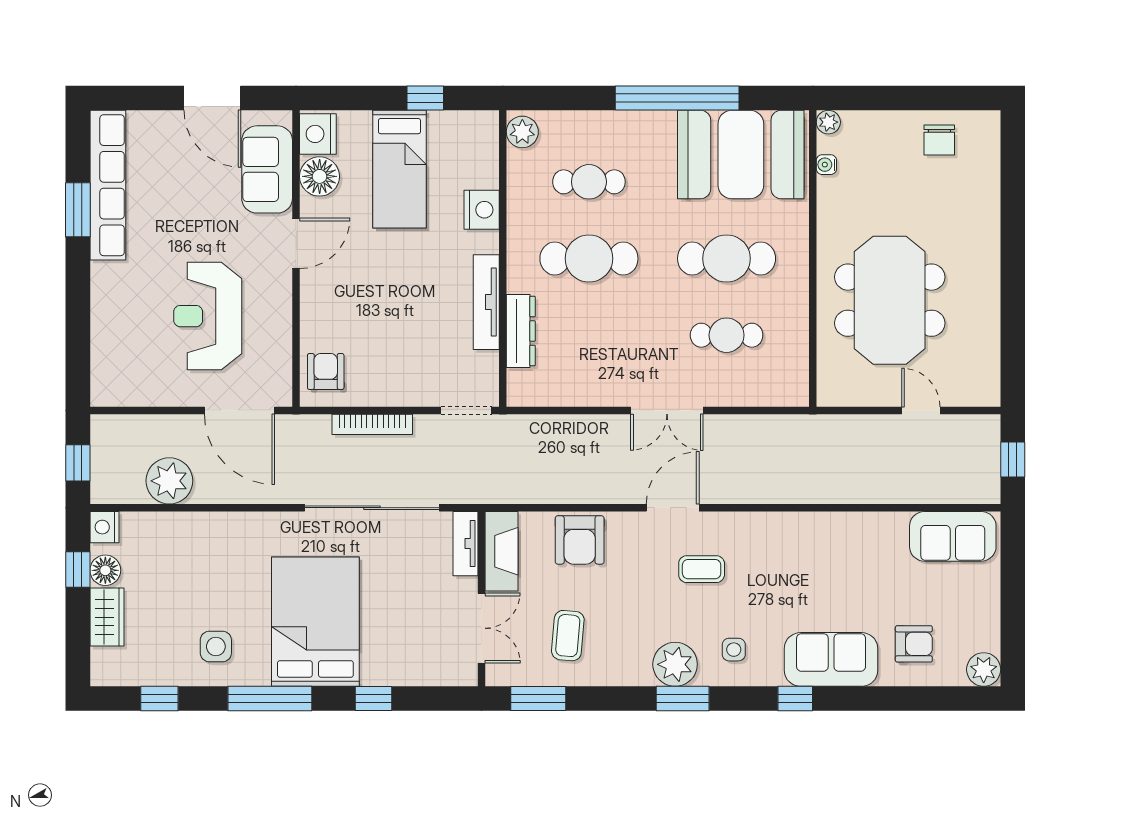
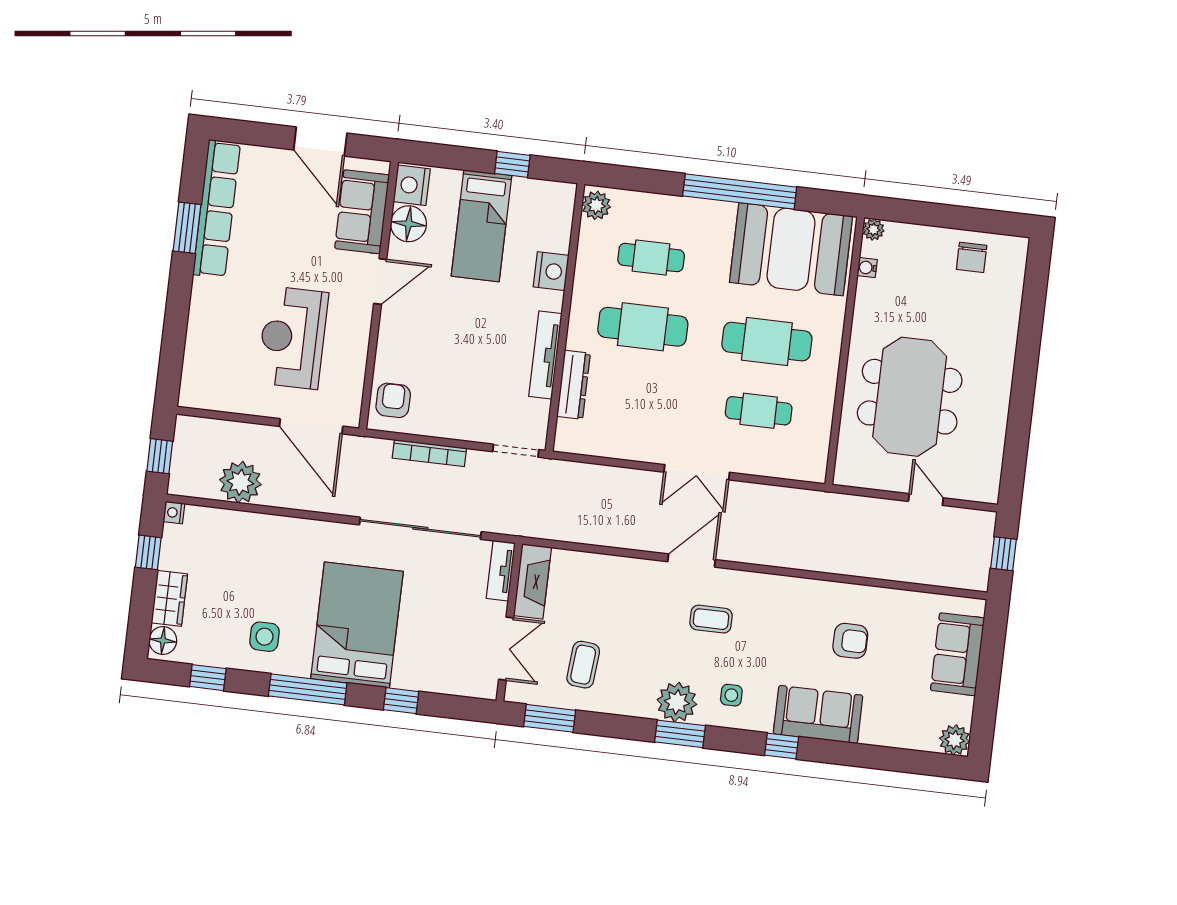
nightstand: (105, 527) -> (174, 513), width x0.72, depth x0.74
sofa: (953, 536) -> (958, 654), moved, turned 90
armchair: (580, 540) -> (604, 580), removed
floor lamp: (105, 570) -> (163, 640), moved
armchair: (914, 644) -> (850, 641), moved

